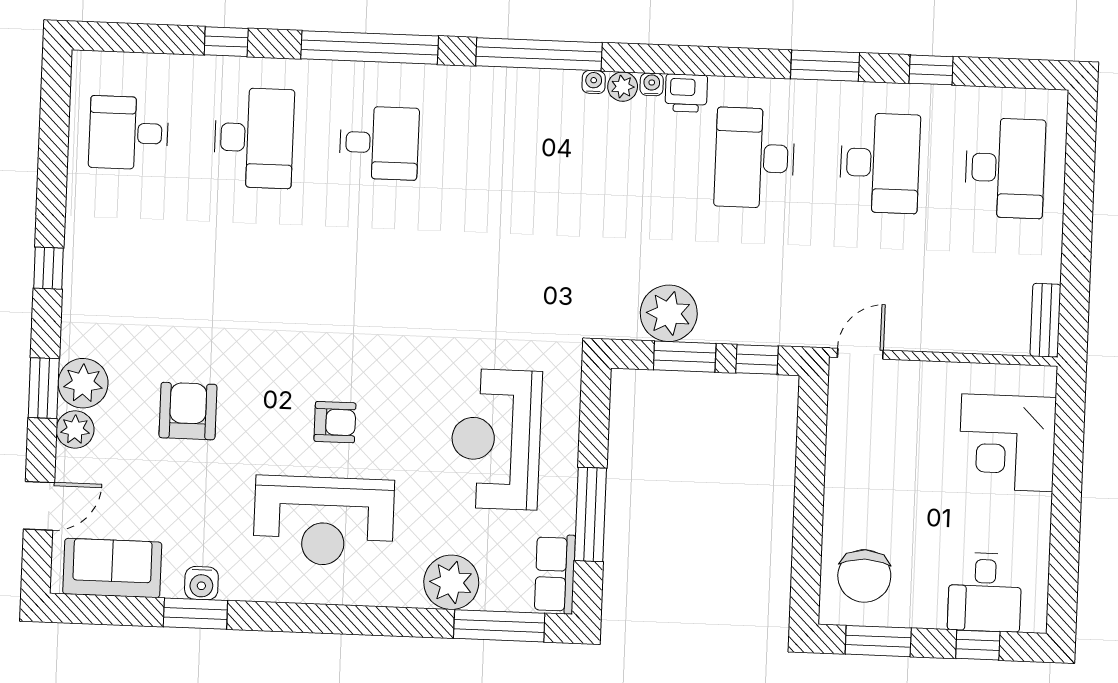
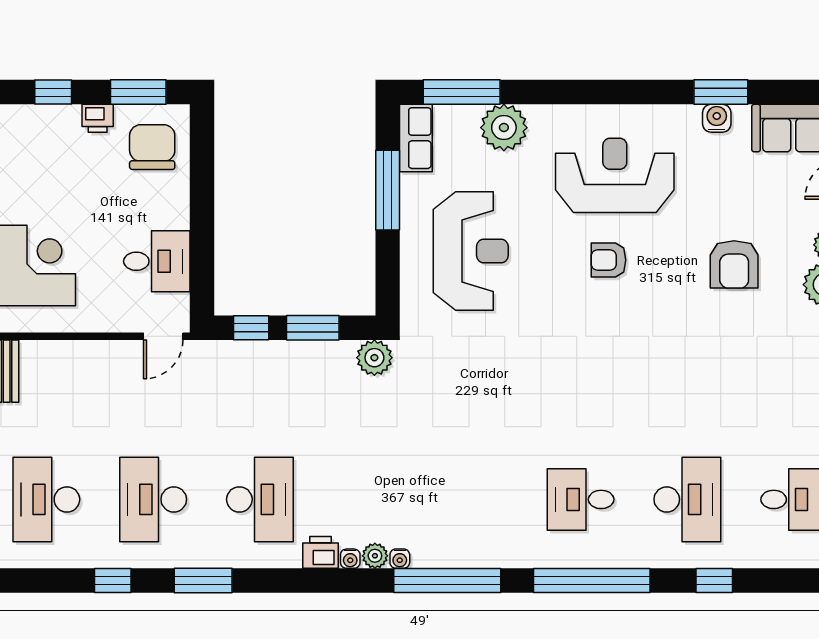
desk: (254, 138) -> (687, 499), turned 180
plant: (669, 313) -> (374, 358), moved, width x0.73, depth x0.73
desk: (985, 592) -> (157, 261), moved, turned 90
printer: (927, 612) -> (98, 118), added

